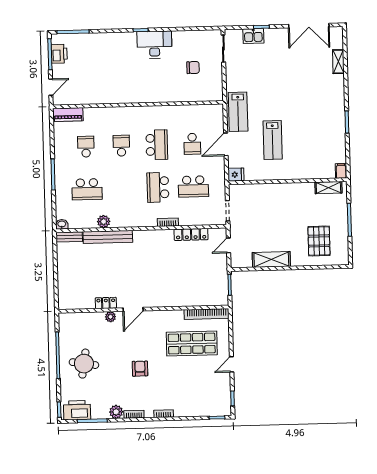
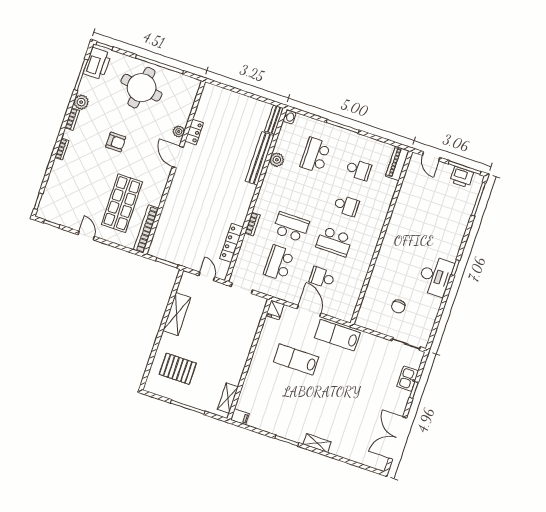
shelving: (338, 62) -> (317, 443), moved
round table: (84, 364) -> (141, 88), width x1.36, depth x1.36

